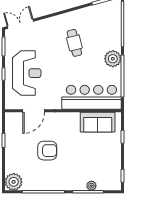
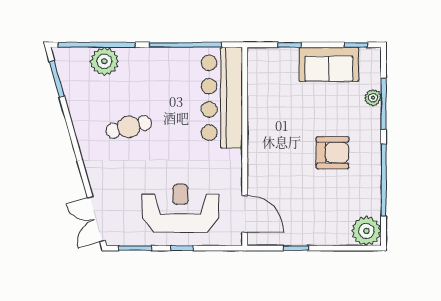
plant: (113, 59) -> (104, 61), moved
door: (34, 111) -> (245, 214), moved
sofa: (98, 122) -> (329, 64), moved, turned 90
armchair: (47, 151) -> (332, 153), moved, turned 90

